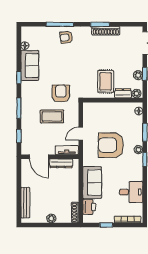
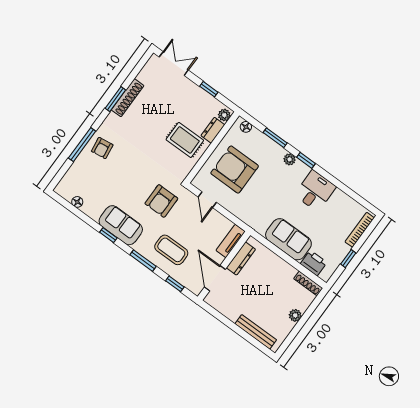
sofa: (30, 66) -> (121, 225), moved
plant: (138, 75) -> (205, 98), removed
armchair: (61, 94) -> (161, 201), turned -90
coffee table: (52, 116) -> (171, 250), moved, turned 90
door: (81, 134) -> (207, 200), moved
armchair: (111, 145) -> (235, 170), moved, turned 90
door: (39, 157) -> (215, 278), swing flipped
desk: (131, 192) -> (315, 191), moved

